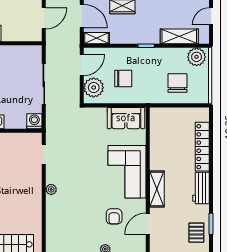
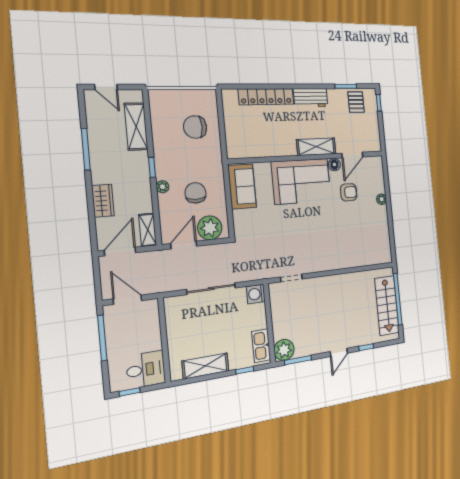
plant: (197, 57) -> (163, 187), moved, width x0.53, depth x0.53
door: (82, 65) -> (184, 245), hinge flipped
plant: (51, 189) -> (328, 265), removed
floor lamp: (140, 205) -> (334, 165), added
door: (148, 224) -> (352, 155), hinge flipped
pallet: (196, 233) -> (356, 102), turned 90

